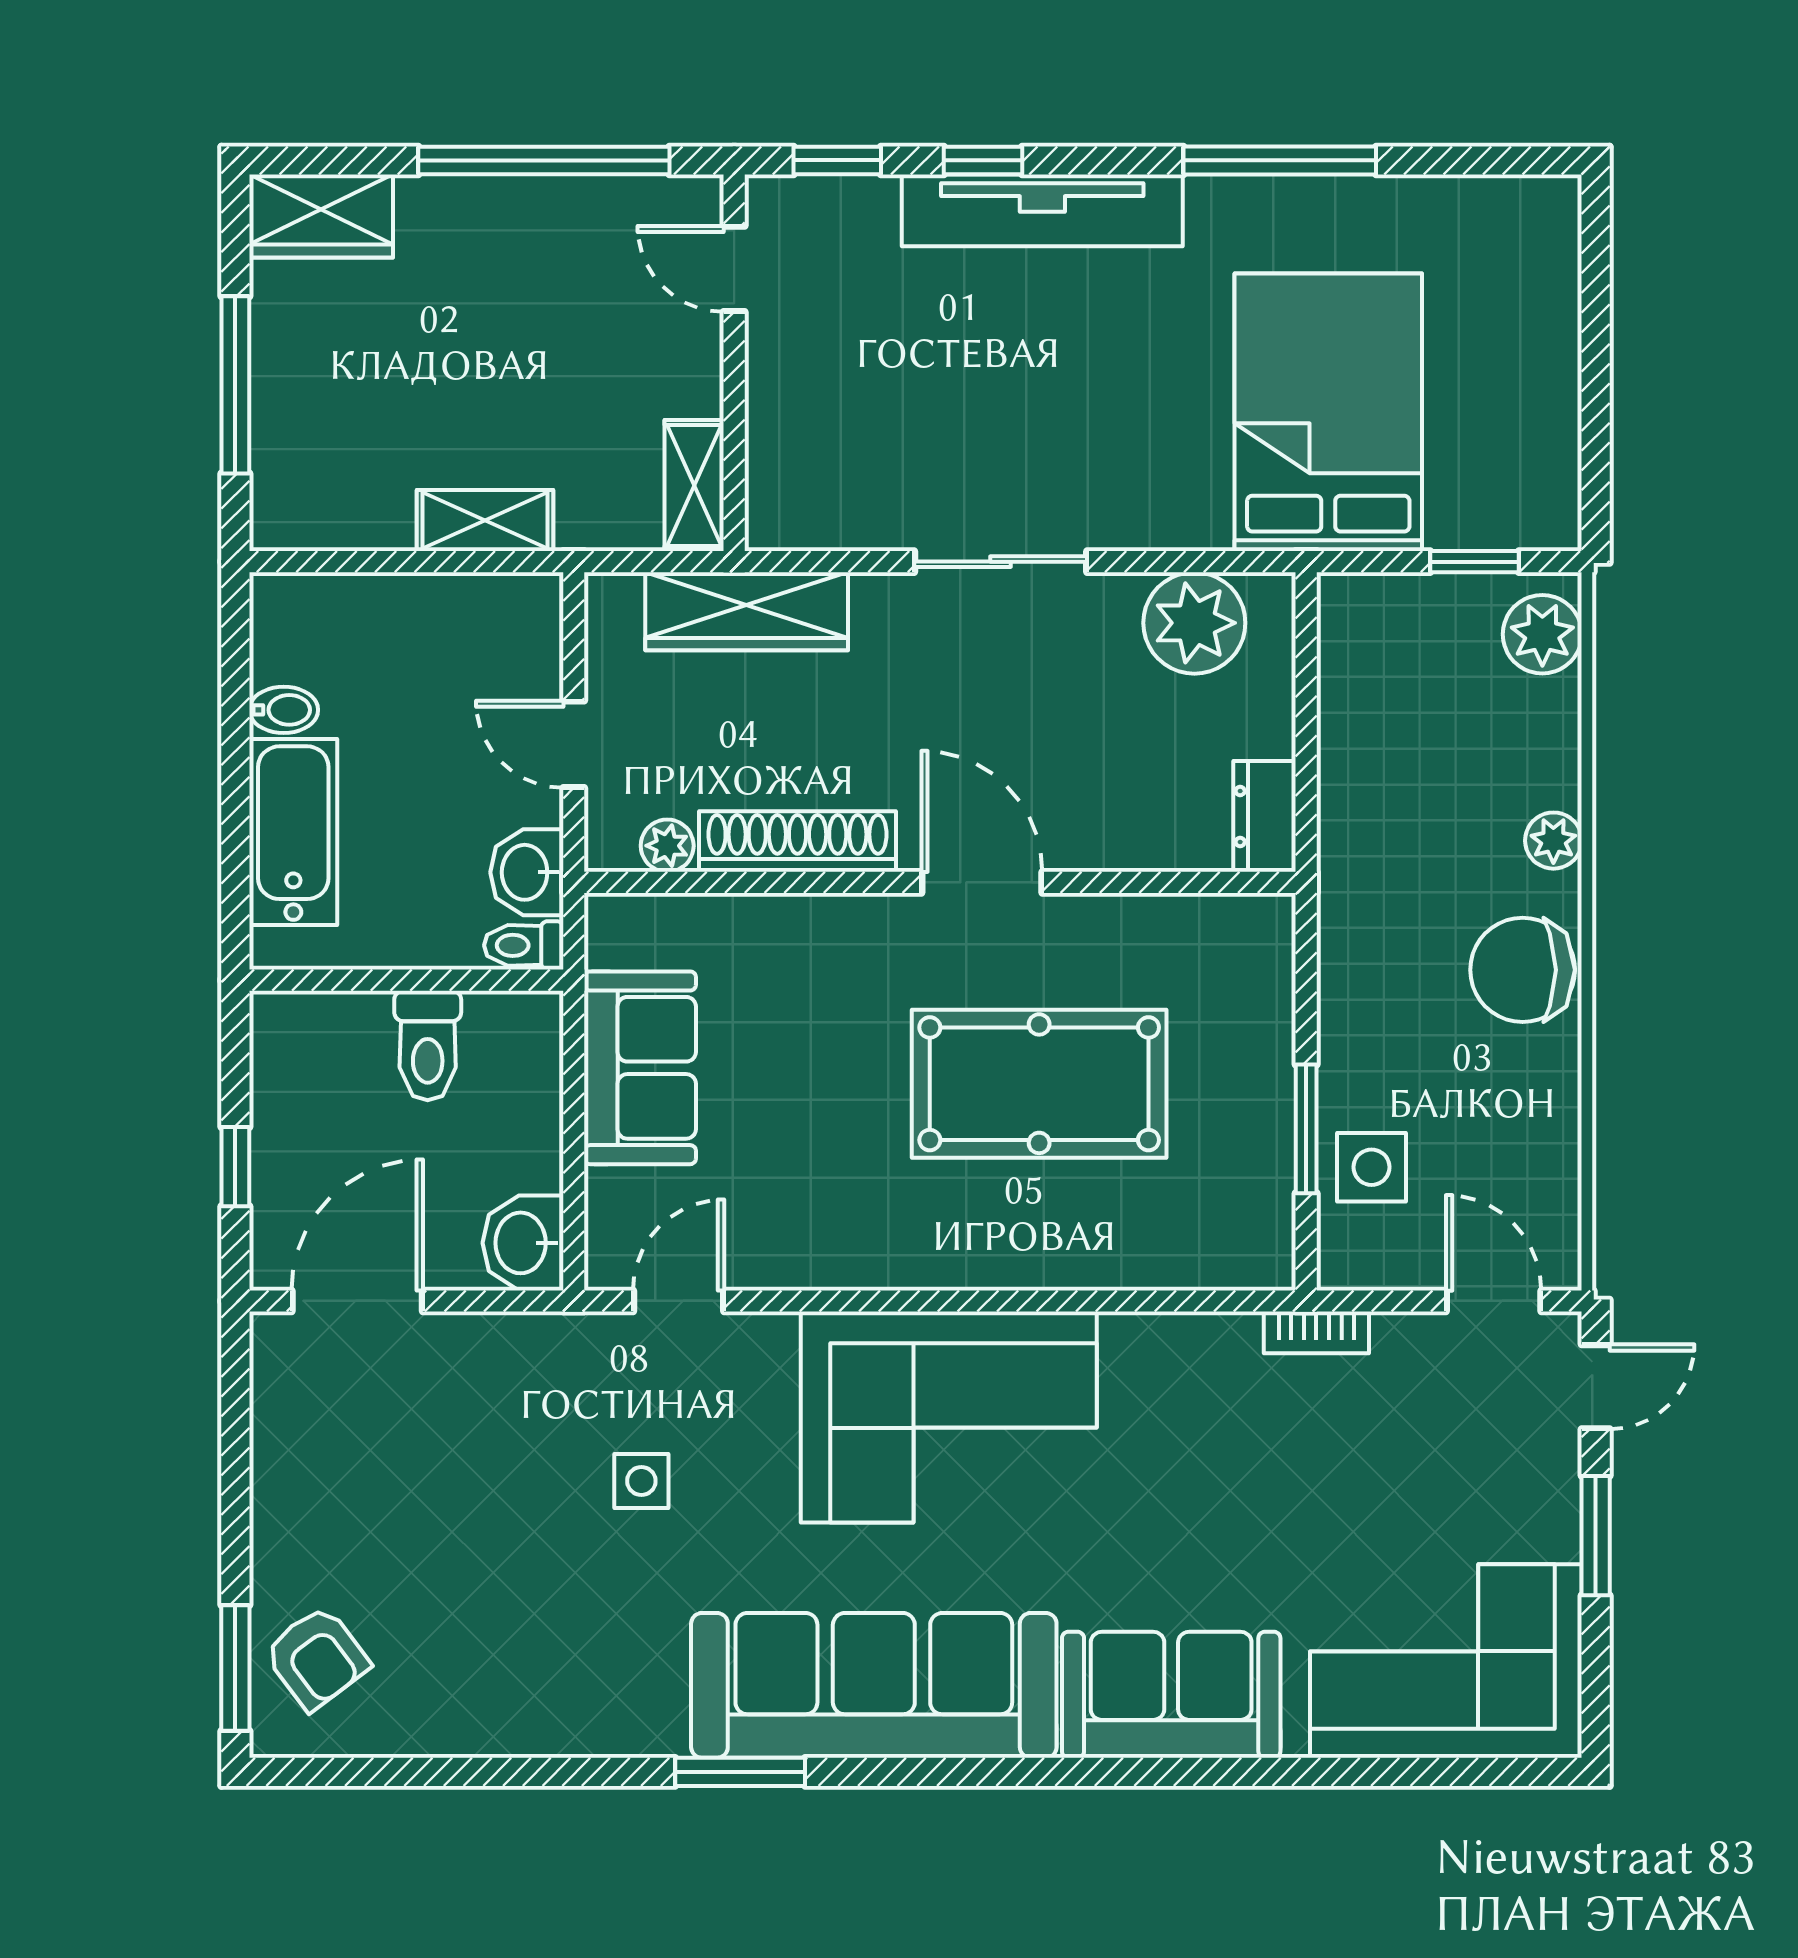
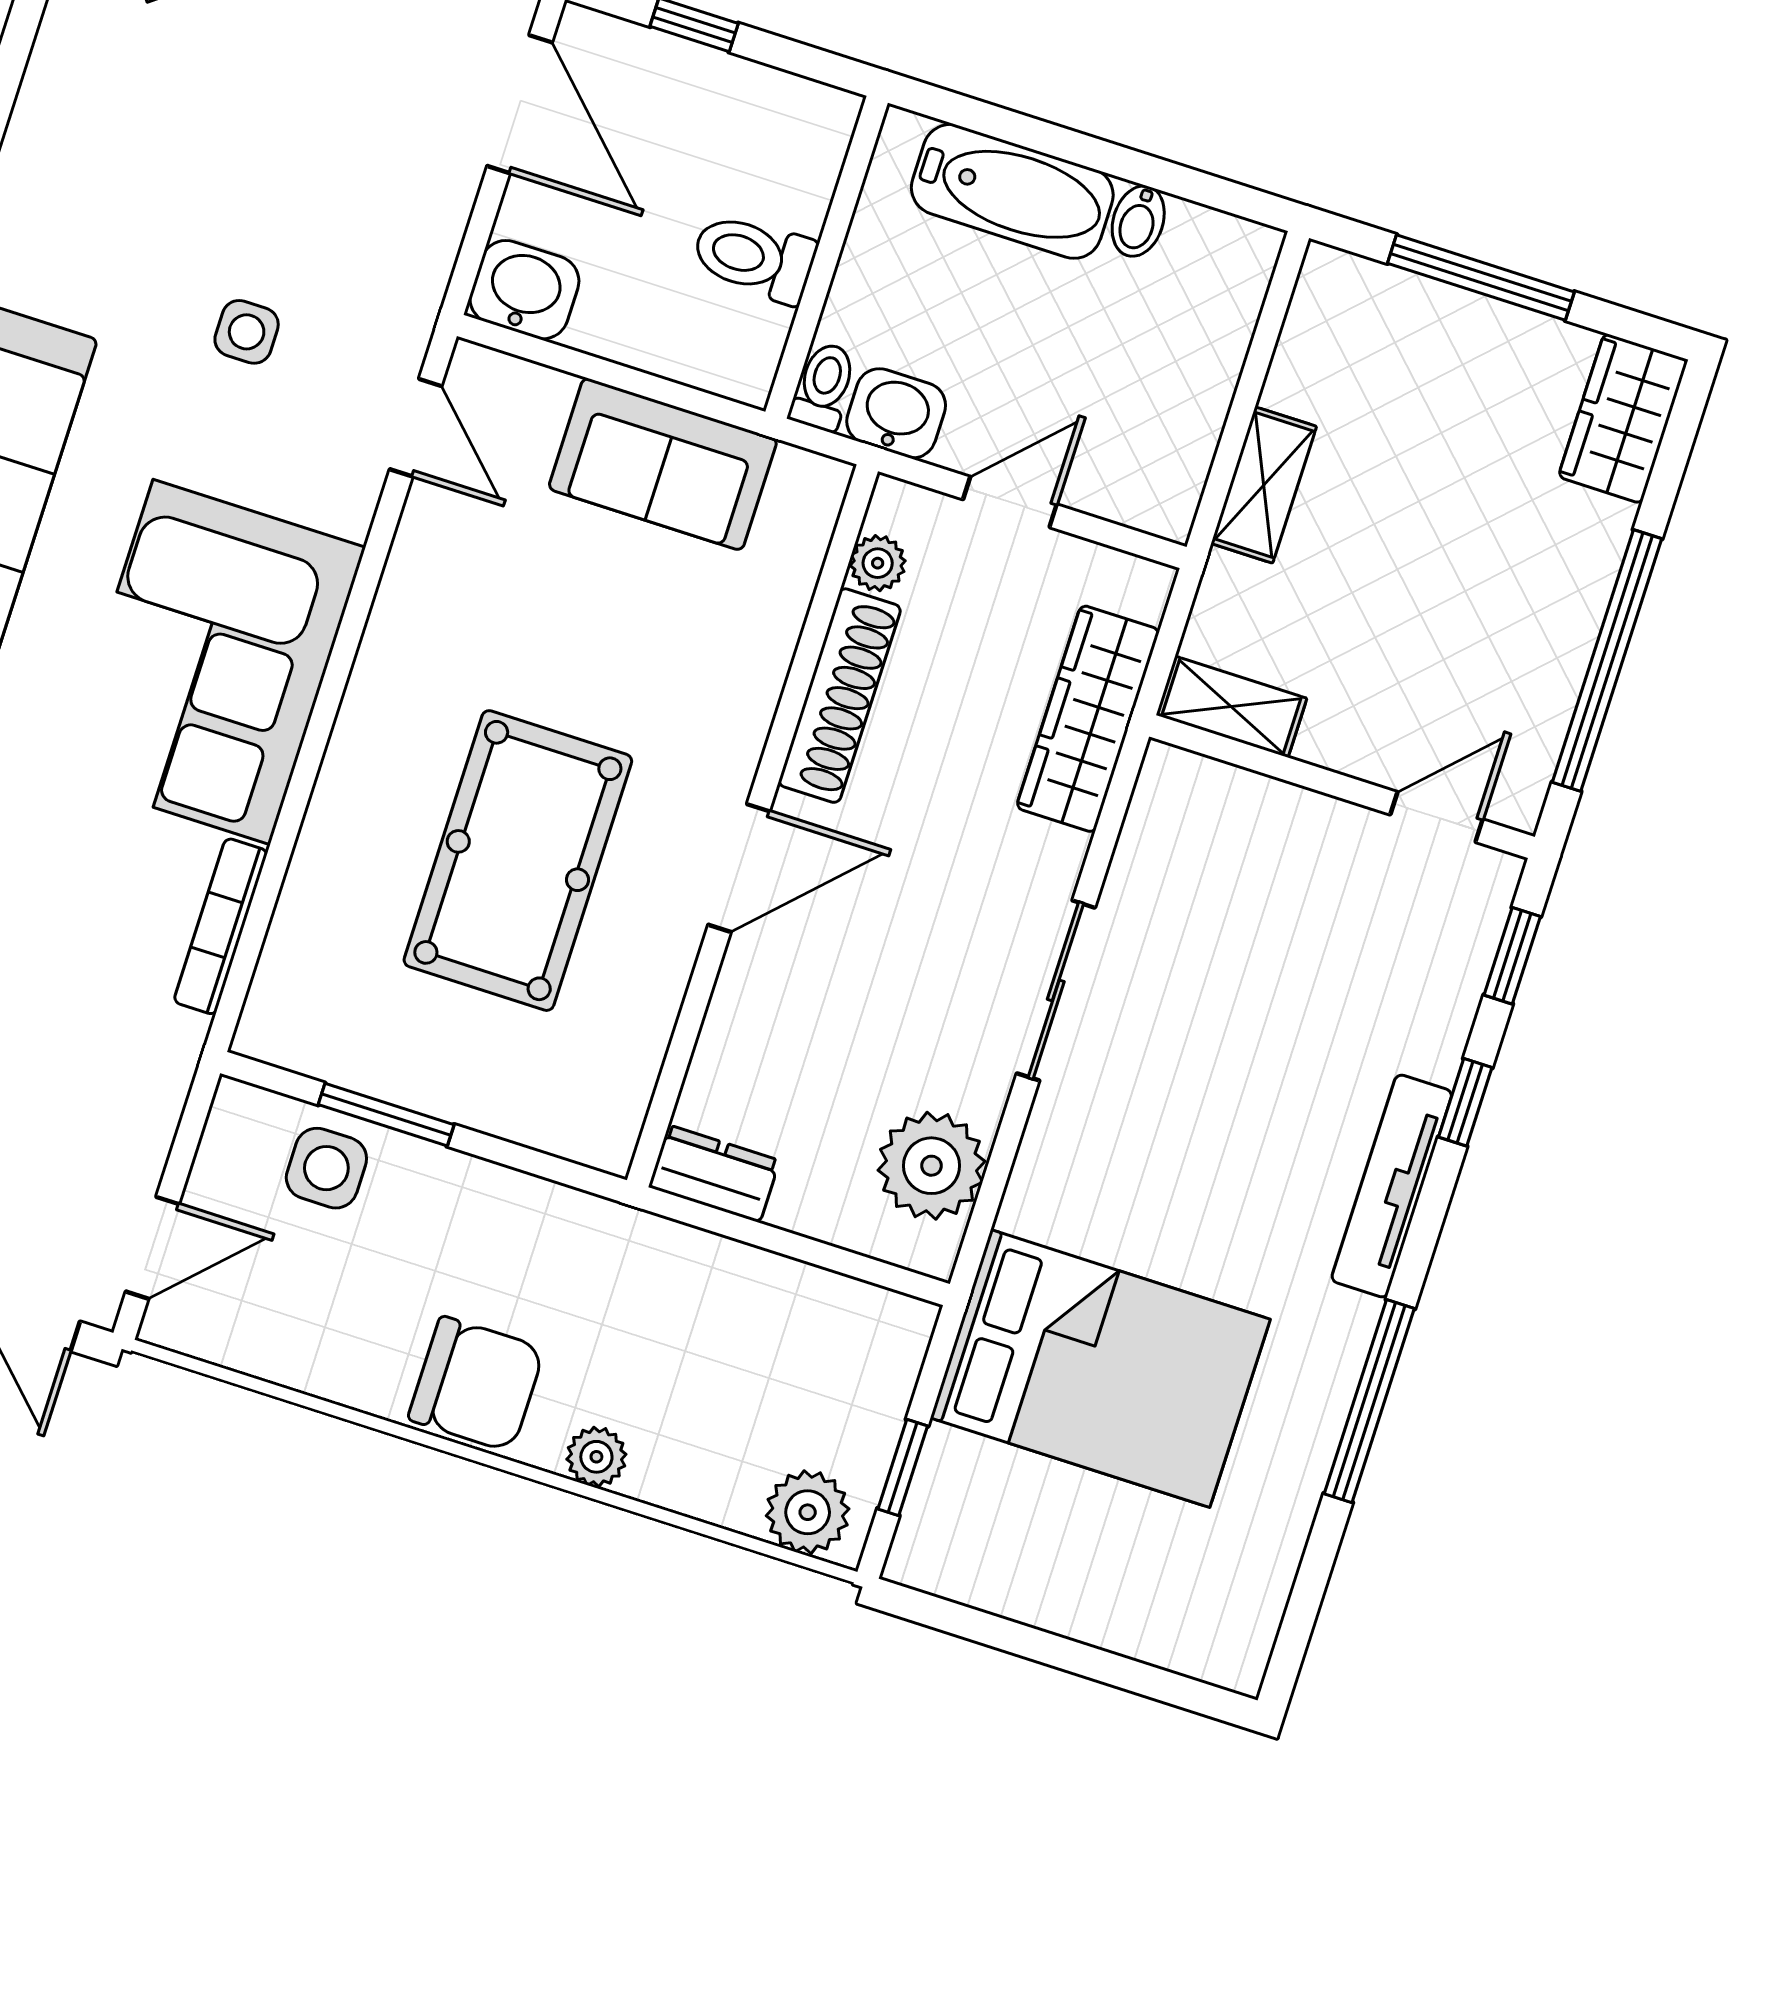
tv unit: (1042, 210) -> (1392, 1186), width x0.73, depth x0.78
chair: (1523, 970) -> (476, 1384), turned 90
bookcase: (1316, 1332) -> (221, 926), moved, width x1.56

